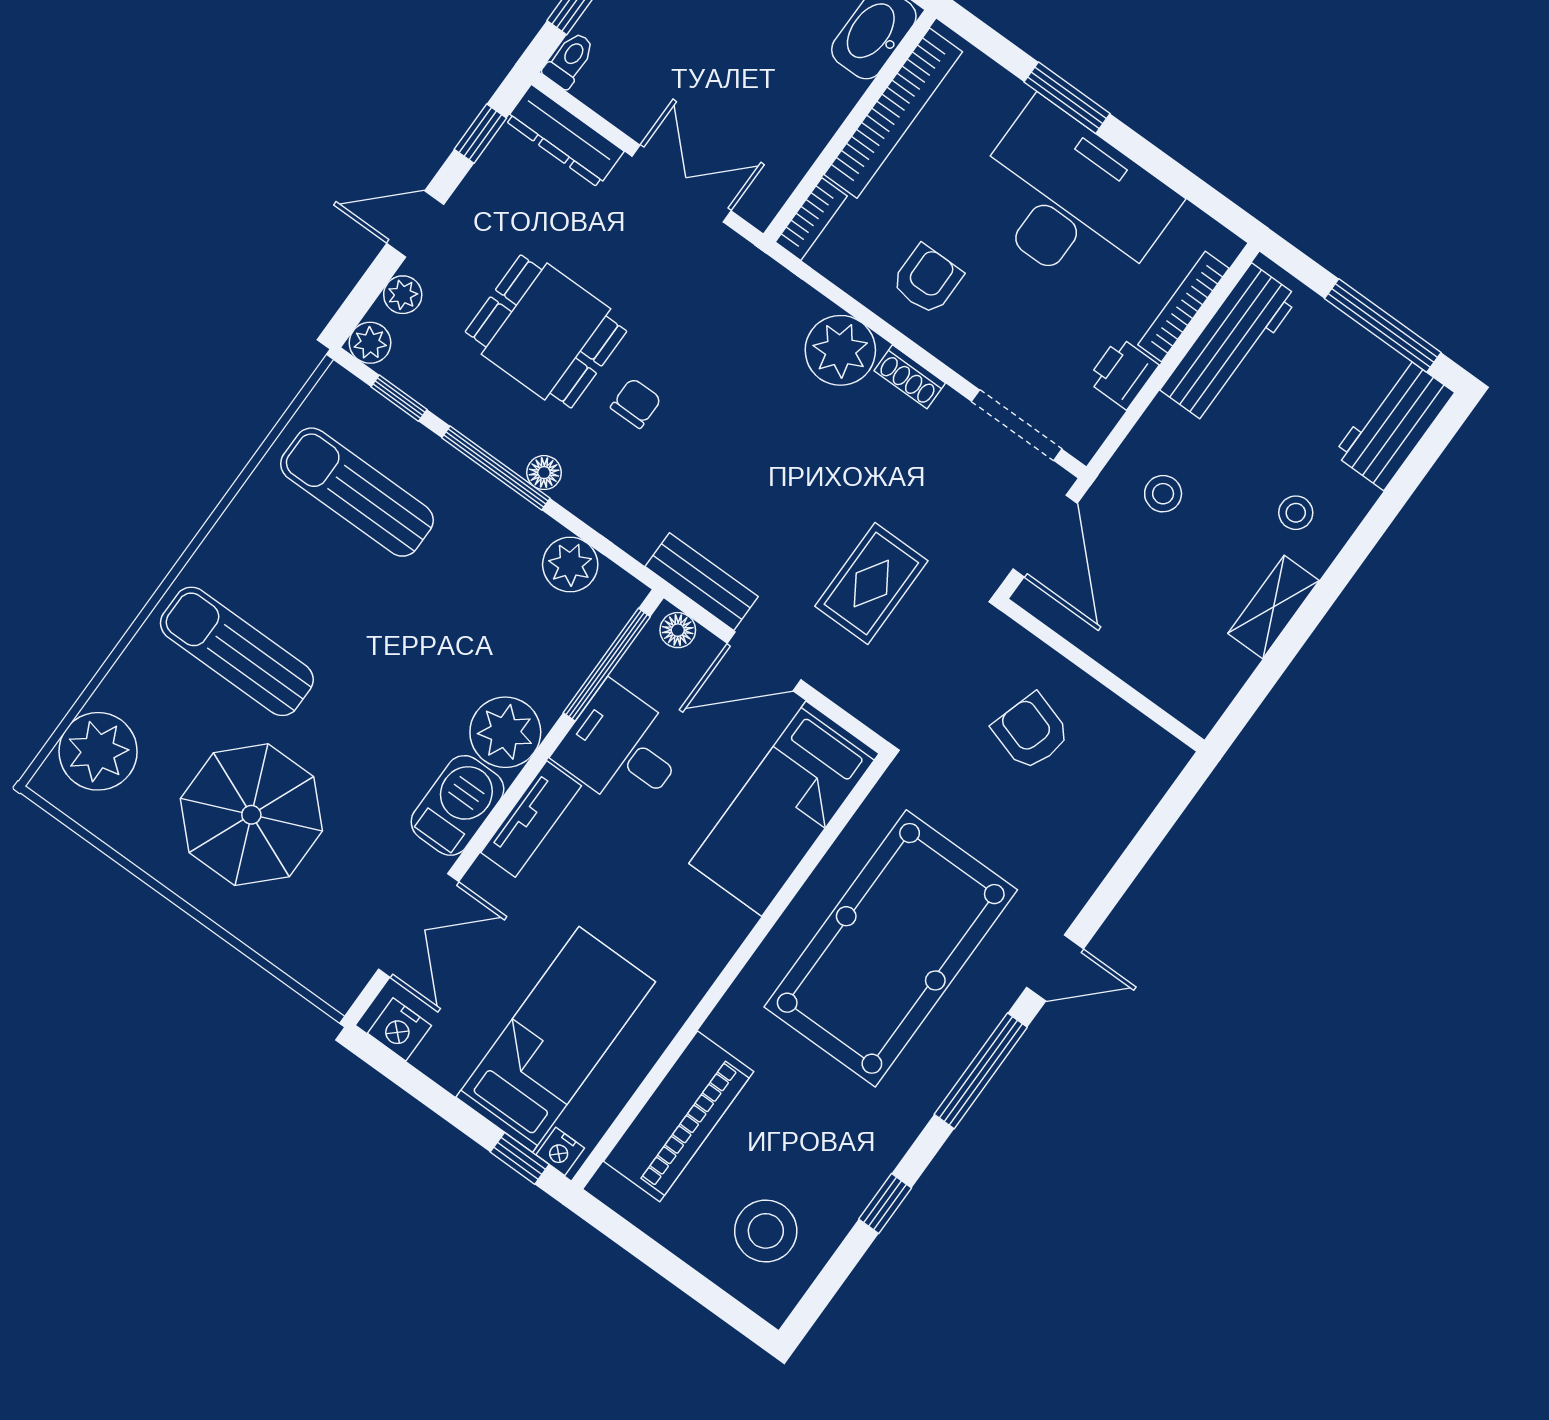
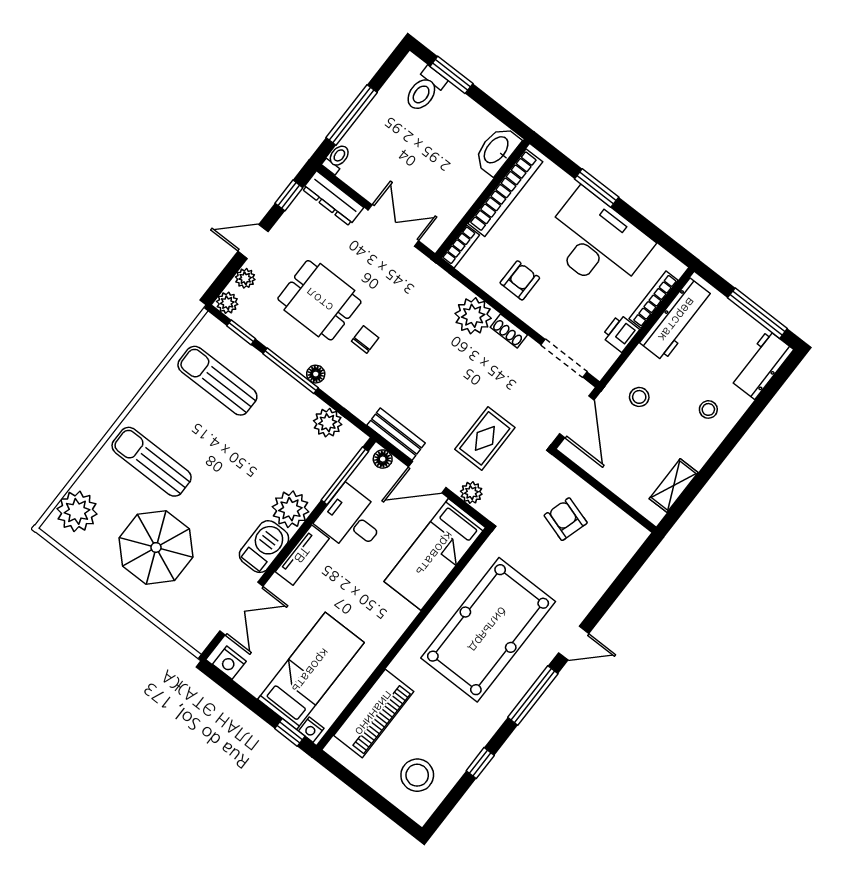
shelving: (1273, 607) -> (674, 486), moved
plant: (849, 688) -> (471, 493), added

